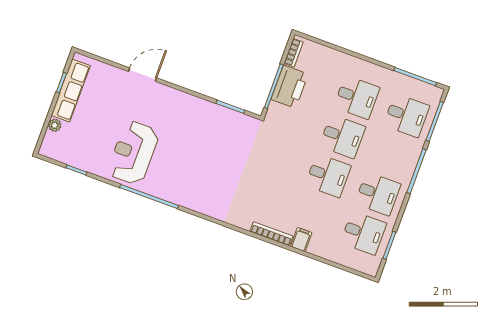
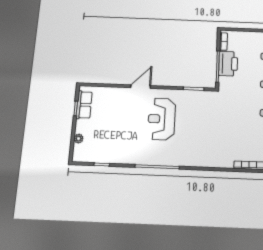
door: (142, 75) -> (141, 87), moved
row of seats: (71, 90) -> (84, 105), width x0.68
reception desk: (133, 153) -> (162, 119), moved

